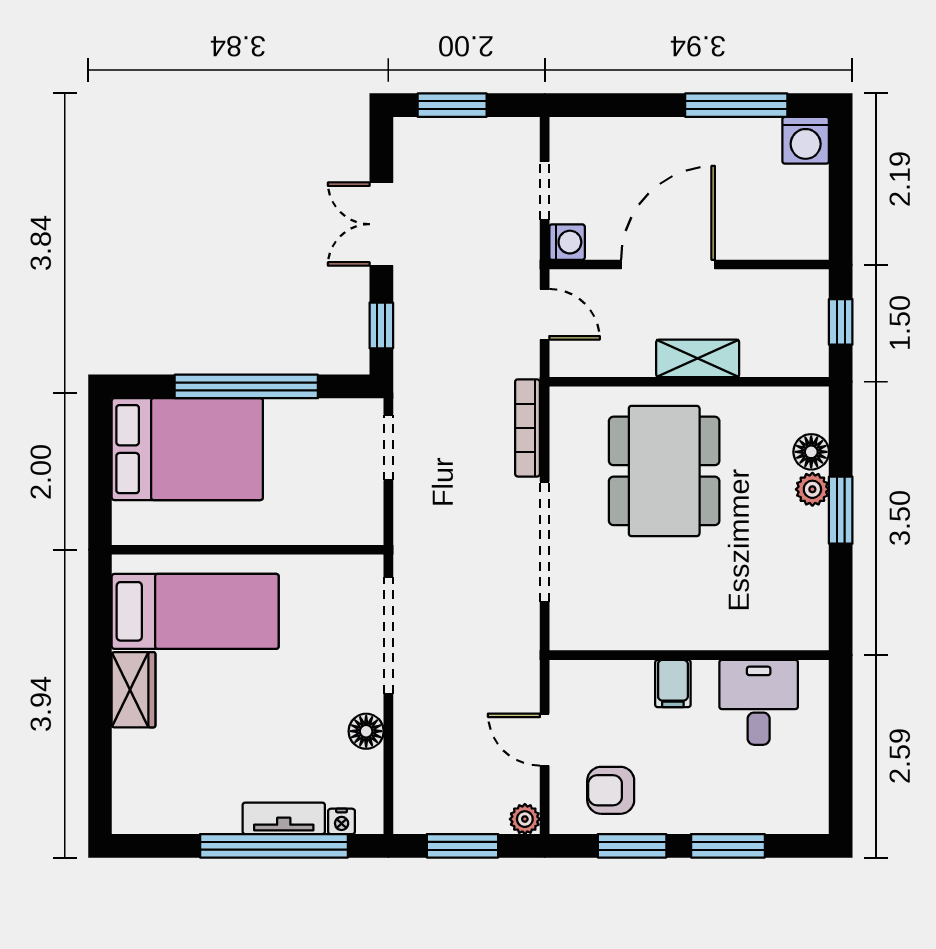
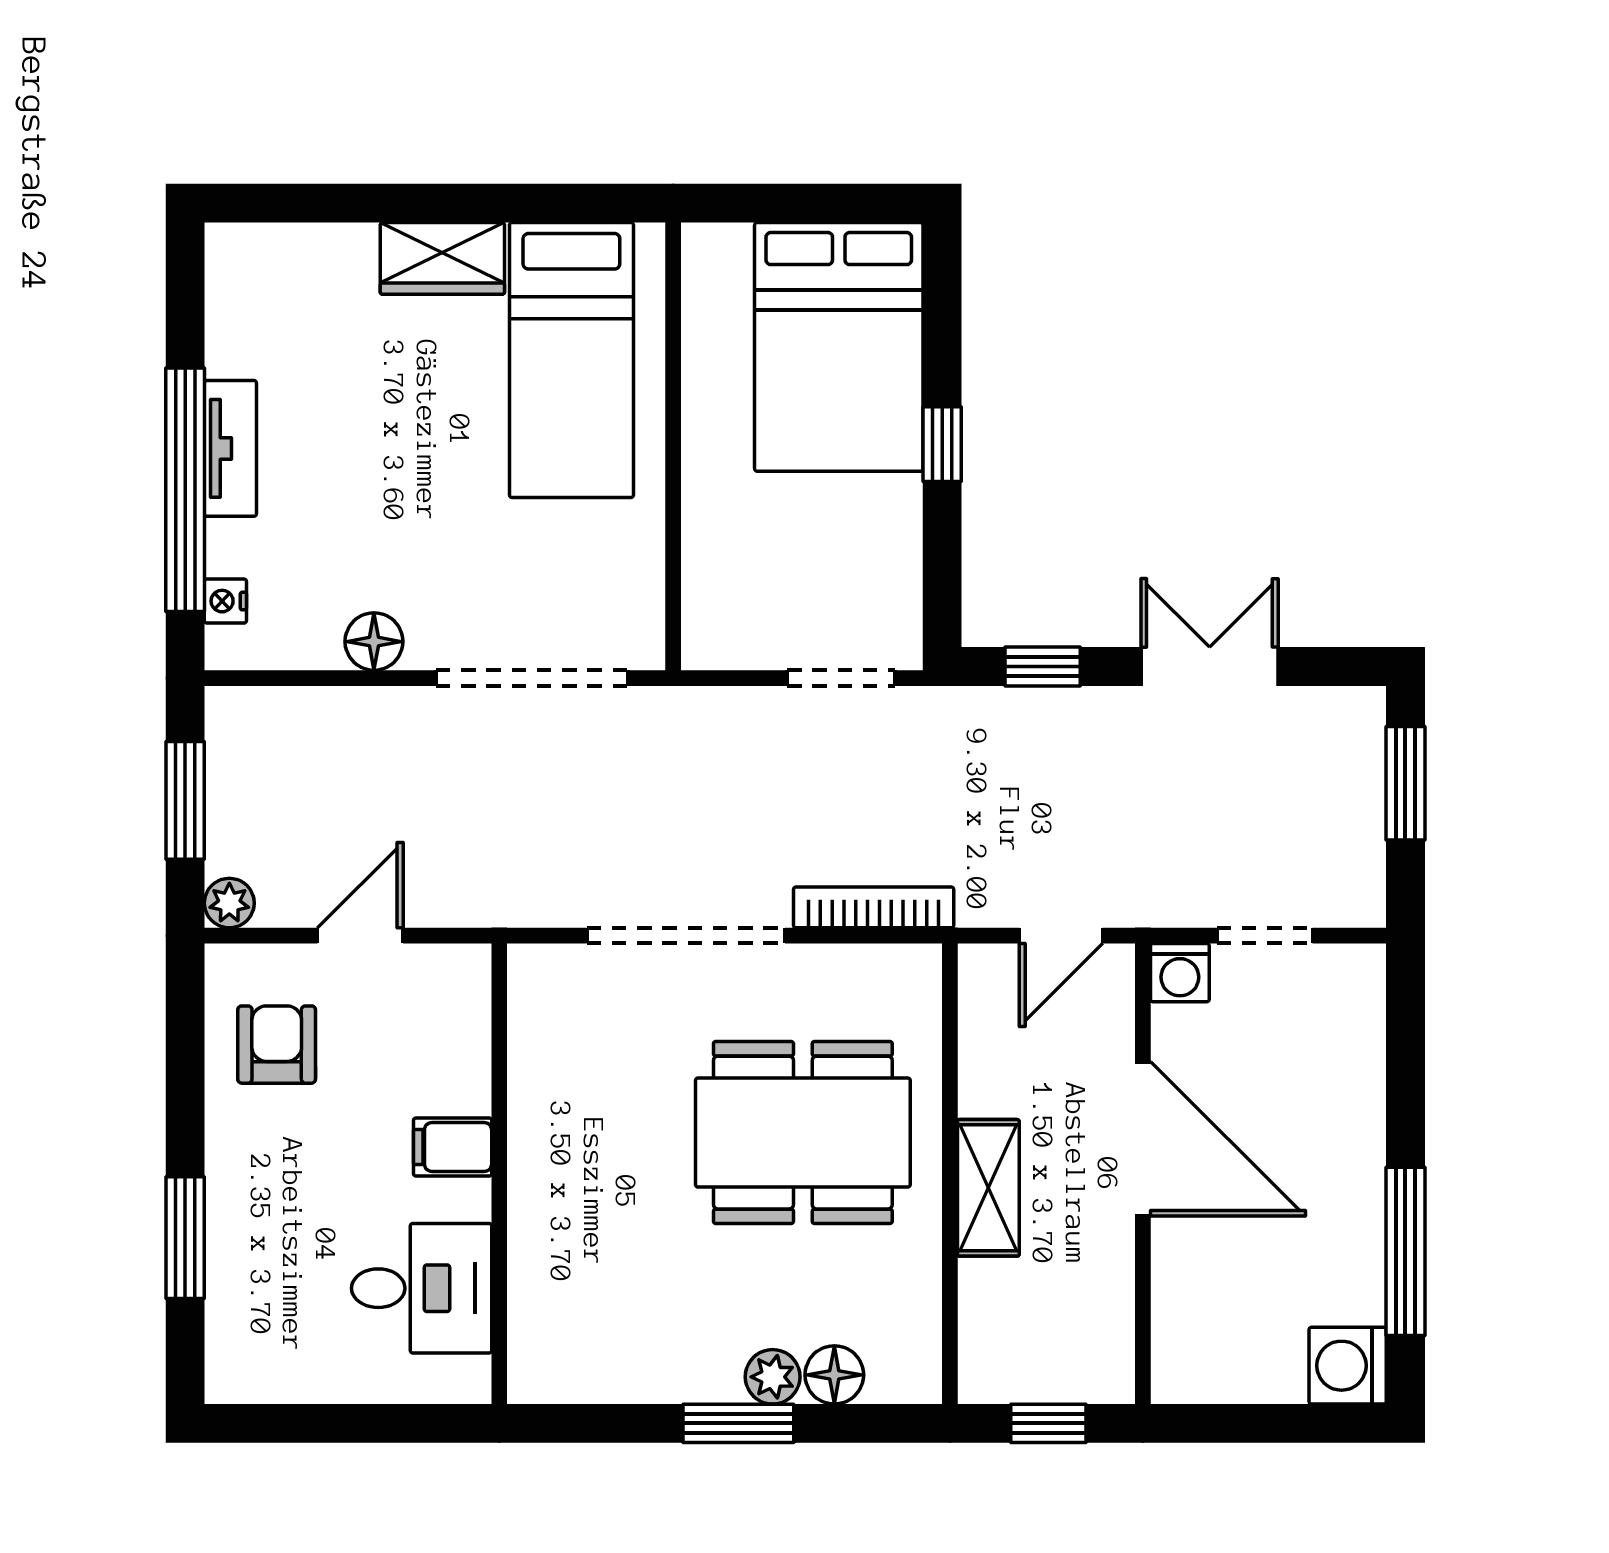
window: (246, 386) -> (942, 444), width x0.32
tv unit: (284, 818) -> (230, 448), moved
window: (632, 846) -> (185, 1080), removed

